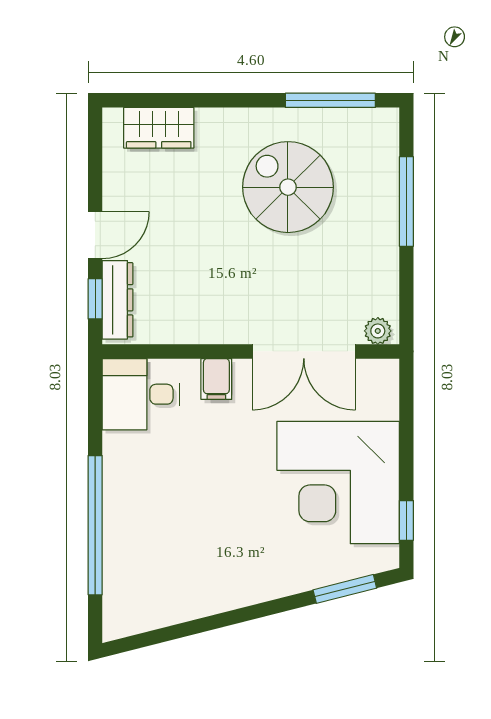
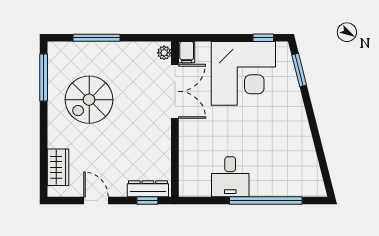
door: (95, 235) -> (96, 200), moved
filing cabinet: (216, 379) -> (187, 52), moved, turned 90
desk: (141, 394) -> (230, 177), moved

